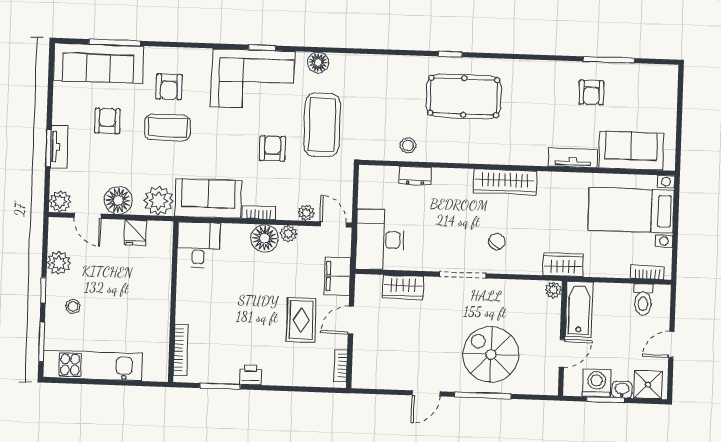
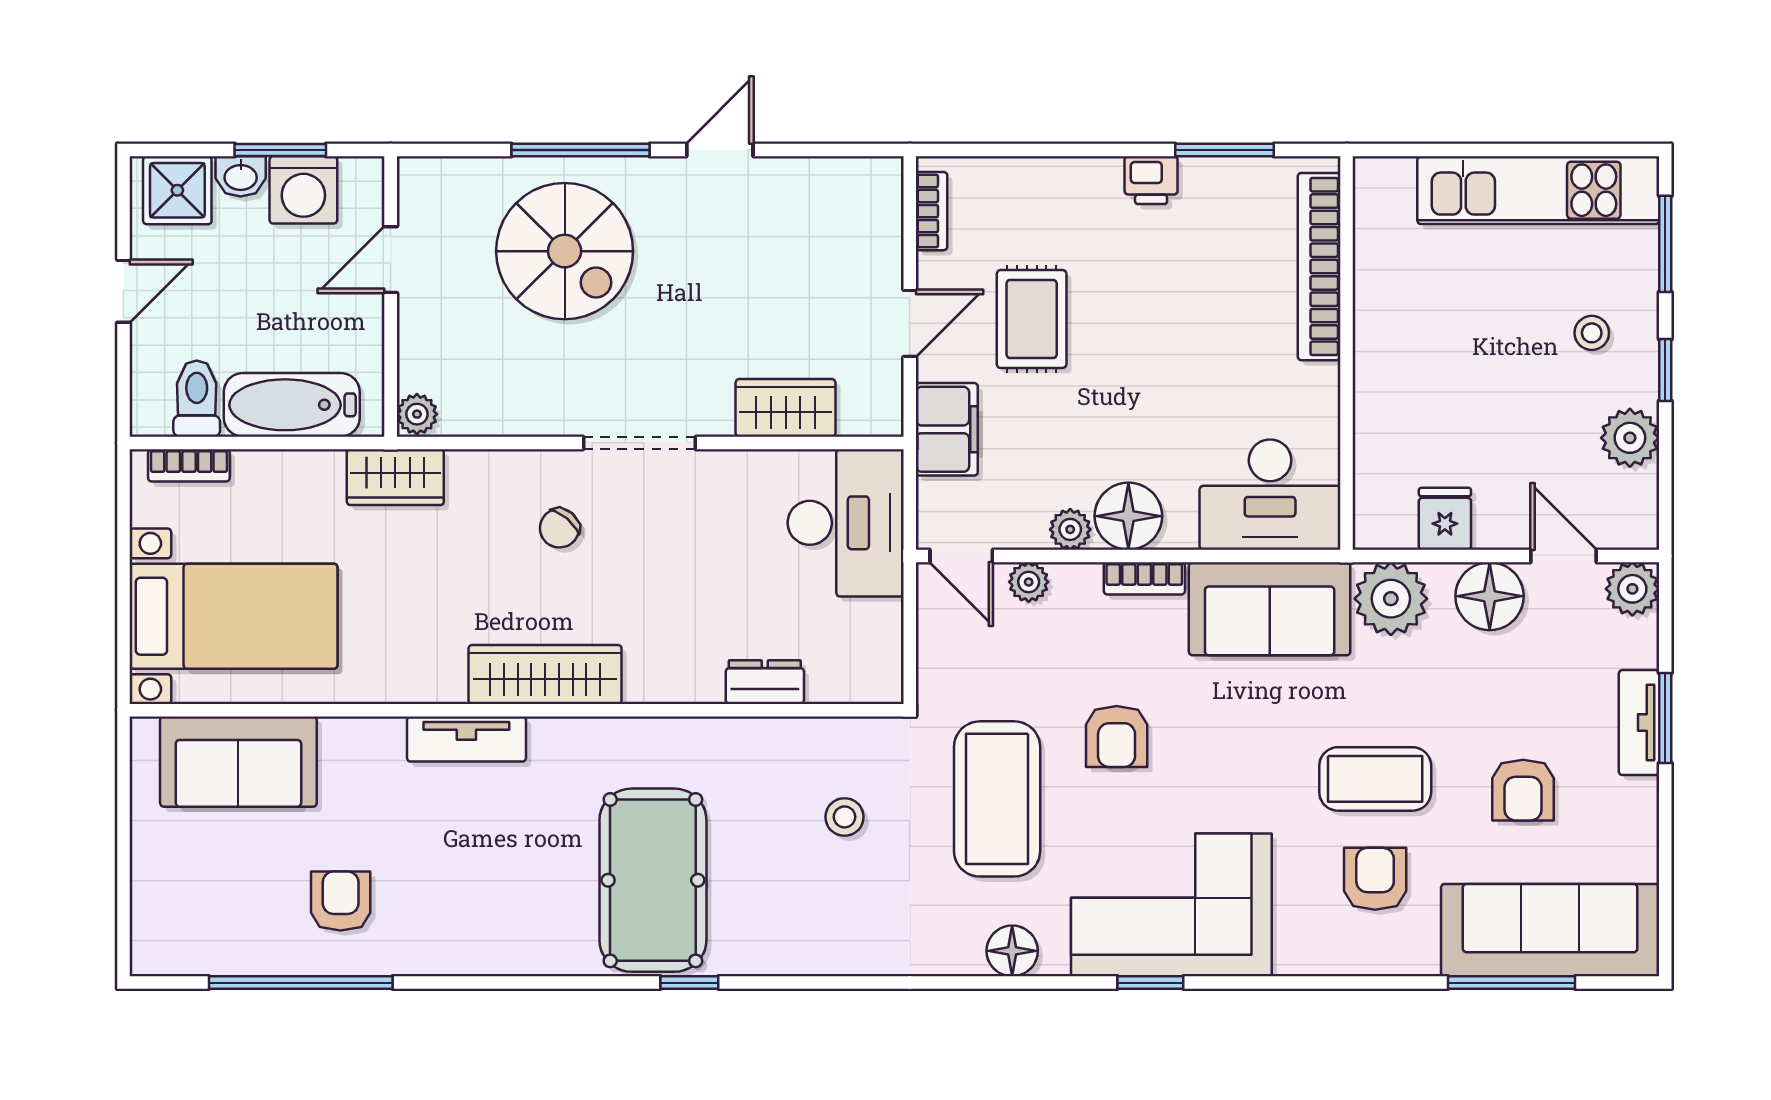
window: (609, 60) -> (301, 983), width x1.46
pool table: (464, 96) -> (653, 880), turned 90
stool: (408, 145) -> (845, 817), moved
tv unit: (573, 158) -> (466, 739), moved
desk: (199, 245) -> (1270, 495), width x1.37
bathtub: (579, 309) -> (292, 405), moved, turned 90
bookcase: (181, 350) -> (1319, 267), width x1.48, depth x1.31

